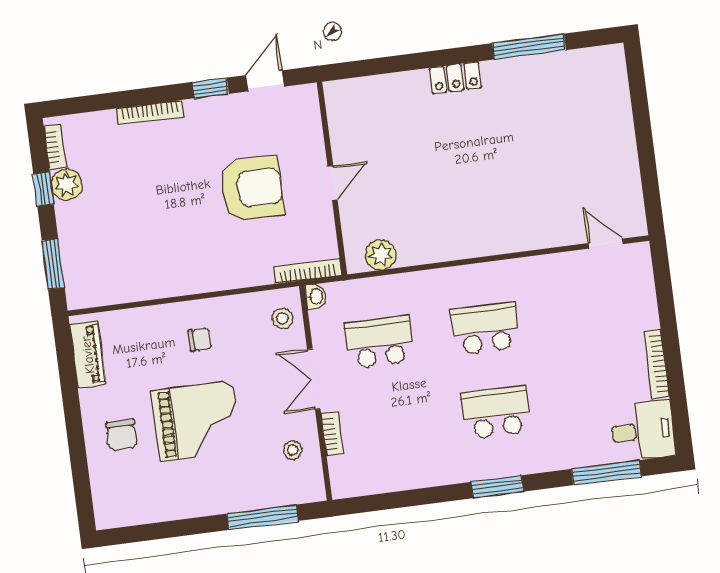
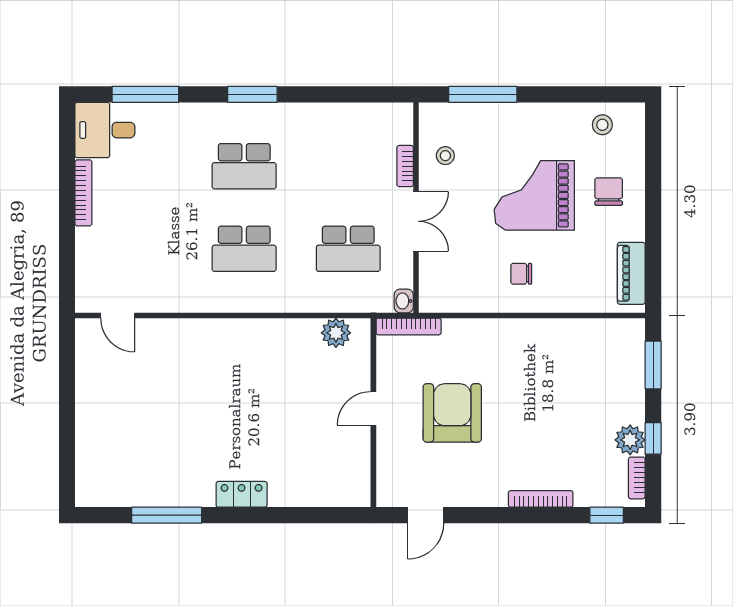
window: (211, 88) -> (607, 515), moved
armchair: (252, 189) -> (452, 413), turned 90
stool: (282, 318) -> (602, 125), moved

